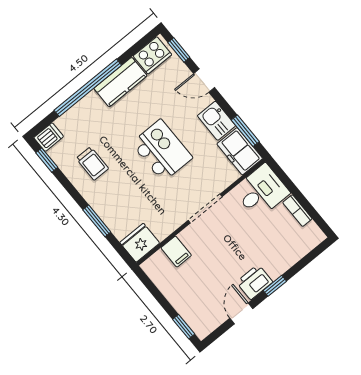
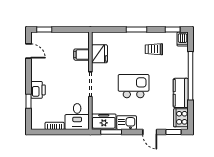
door: (204, 81) -> (150, 132), swing flipped
kitchen island: (162, 150) -> (134, 86), turned 180
window: (97, 221) -> (137, 30), moved
fridge: (140, 243) -> (99, 54), moved
printer: (255, 282) -> (38, 90), moved
window: (275, 286) -> (29, 101), moved
door: (241, 313) -> (29, 51), moved

